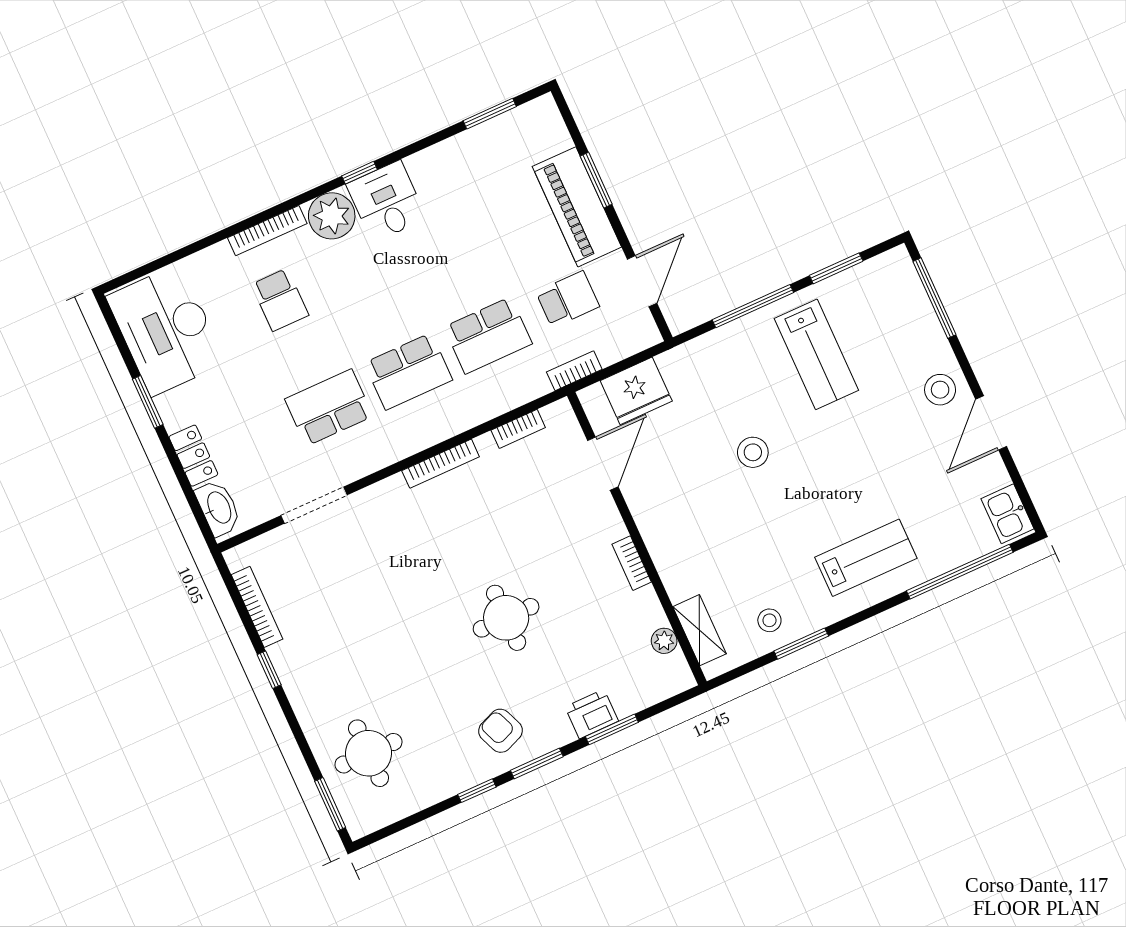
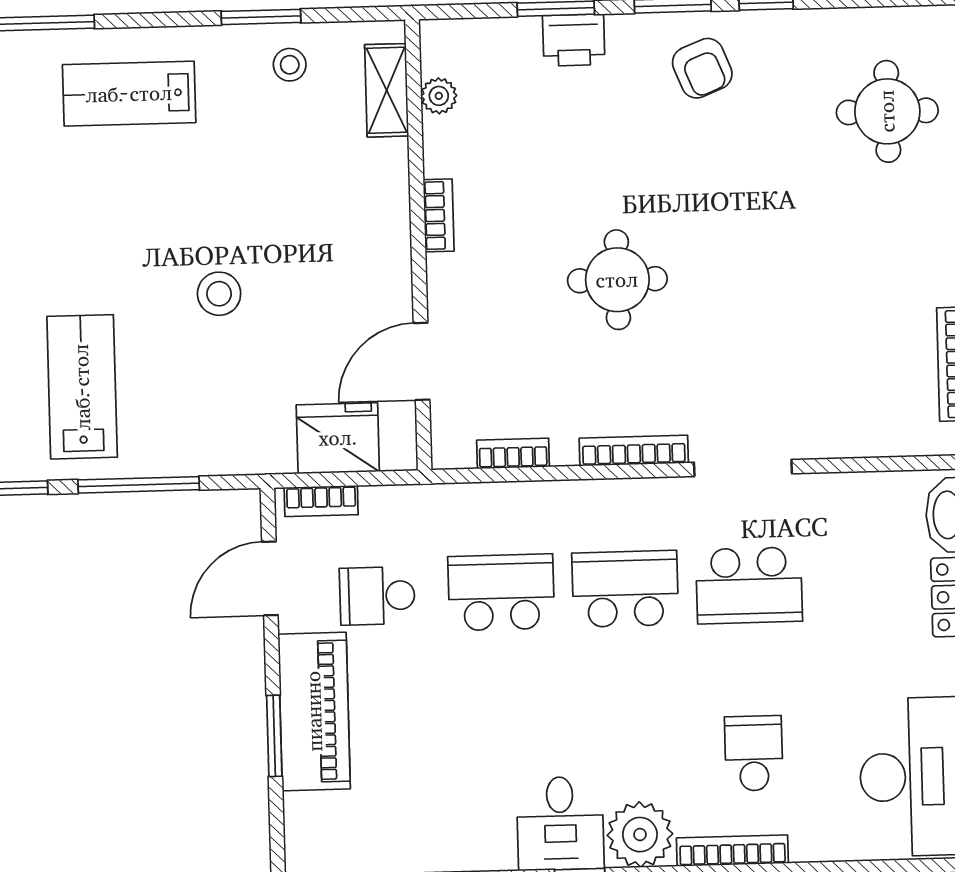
bookcase: (574, 371) -> (321, 501), moved
doorway: (314, 505) -> (743, 468), moved
round table: (506, 618) -> (617, 280), moved

